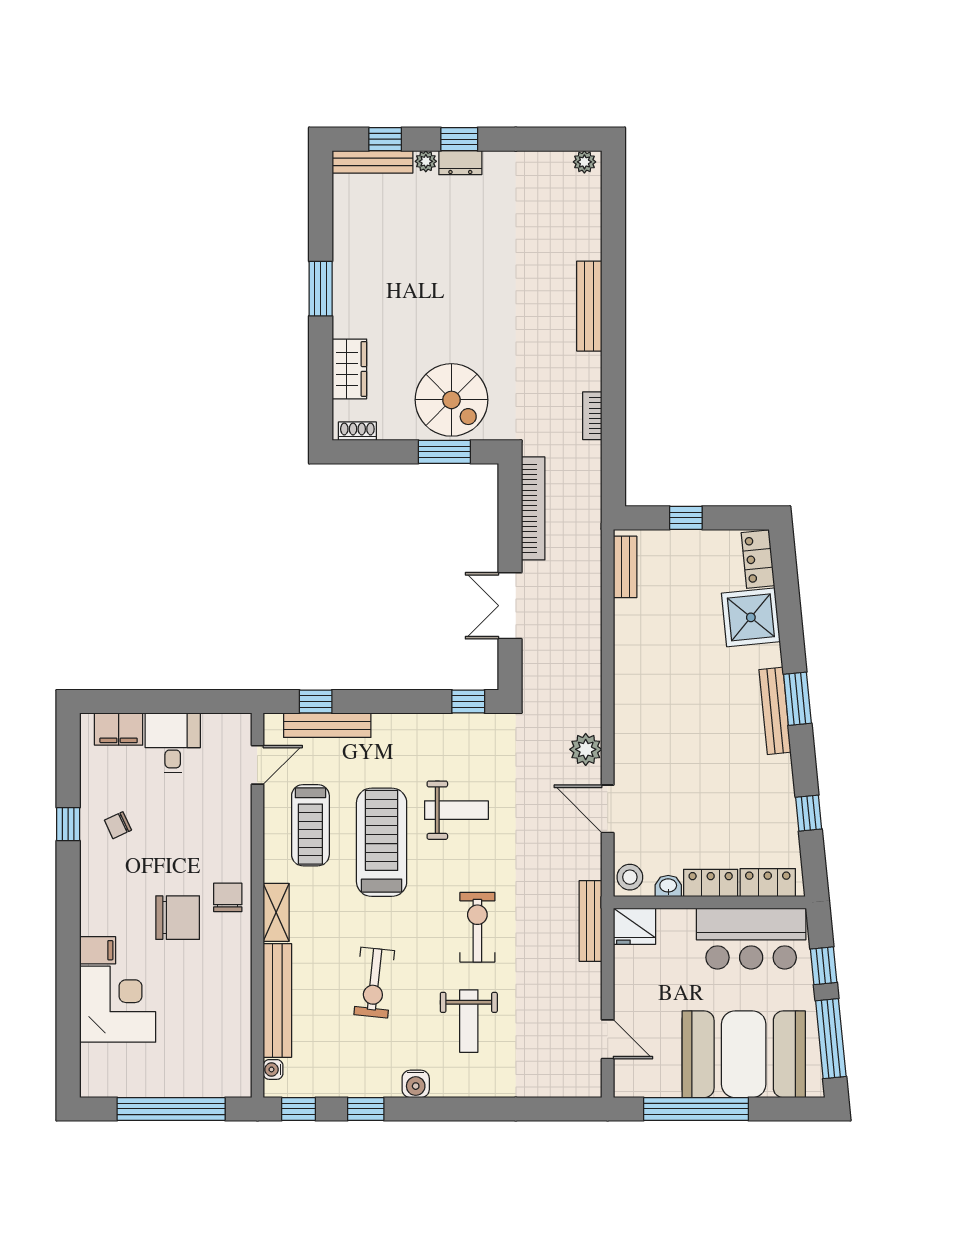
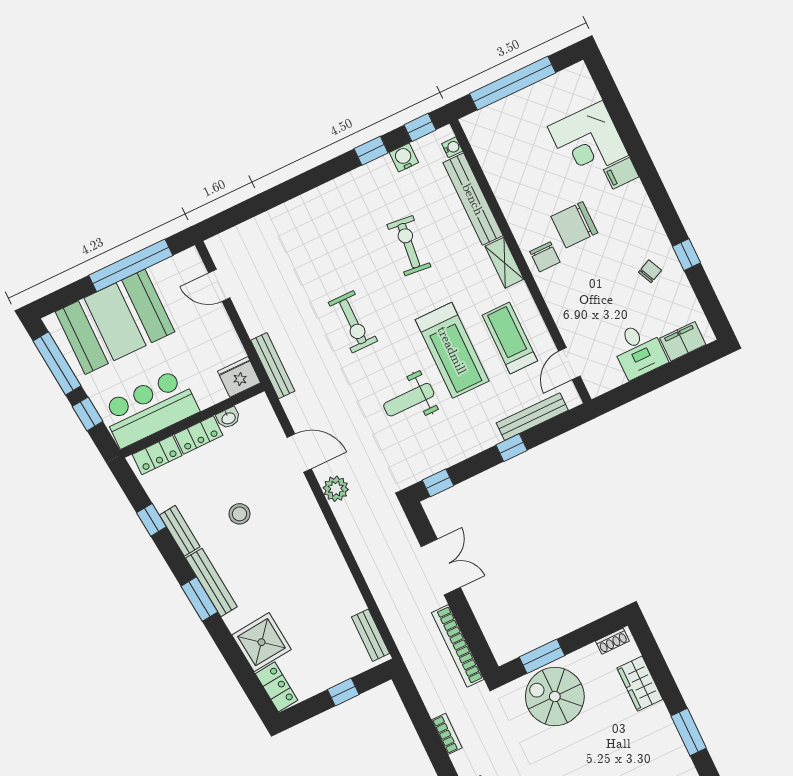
window: (316, 702) -> (512, 448), moved
bench: (783, 786) -> (180, 531), added
stool: (630, 877) -> (240, 514), moved
weight bench: (469, 1021) -> (327, 250), removed
water cooler: (416, 1084) -> (404, 158), moved

